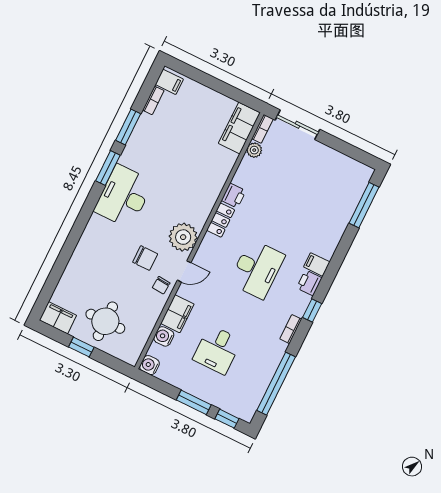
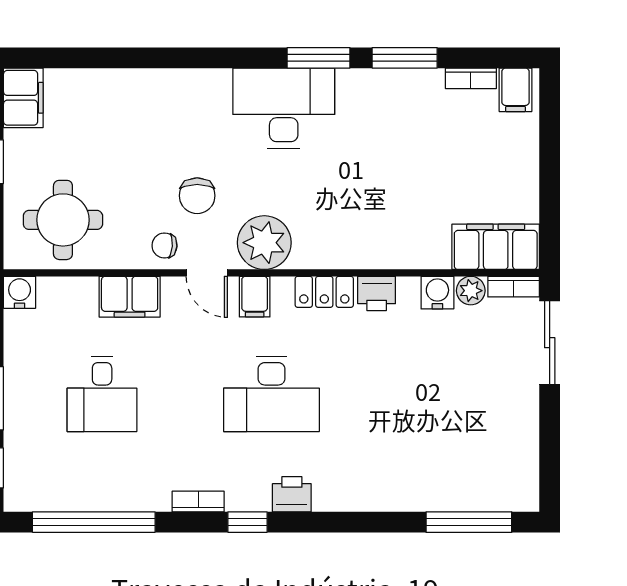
filing cabinet: (317, 264) -> (255, 297), moved, turned 180
round table: (105, 321) -> (63, 220), moved
water cooler: (164, 336) -> (437, 293), moved
desk: (217, 350) -> (102, 394), turned -90

